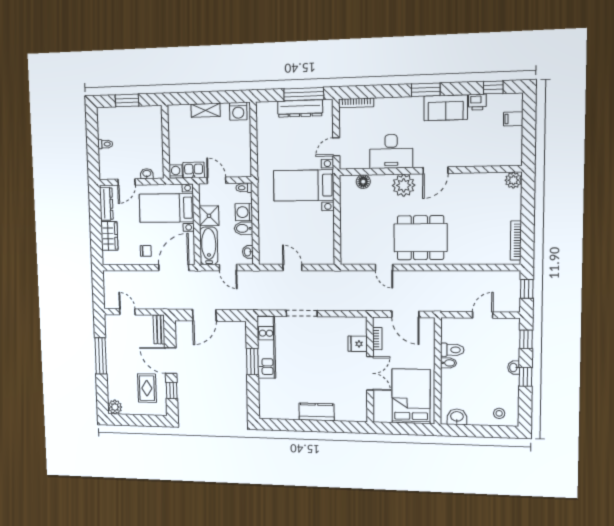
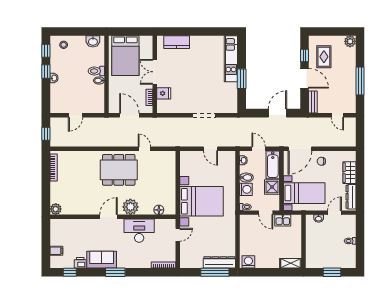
window: (304, 94) -> (215, 272), moved
dresser: (300, 108) -> (219, 262), moved
shelving: (206, 110) -> (291, 263), moved
washing machine: (176, 172) -> (296, 220), removed
bed with nightstands: (304, 185) -> (202, 201), width x1.36
window: (526, 339) -> (46, 51), moved
kitchen unit: (266, 347) -> (231, 59), moved
toilet: (452, 350) -> (96, 71), moved
kitchen counter: (317, 412) -> (177, 42), moved

